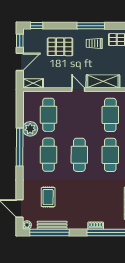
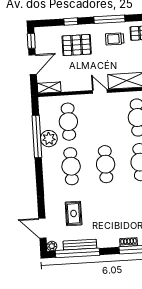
window: (37, 26) -> (71, 22), moved
window: (20, 147) -> (37, 136), moved

